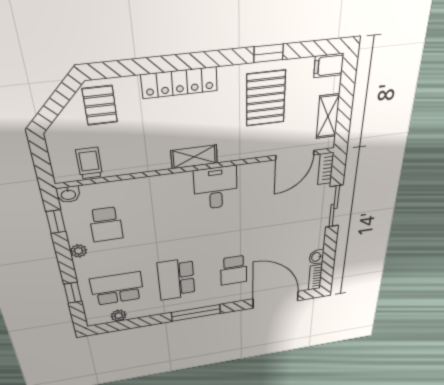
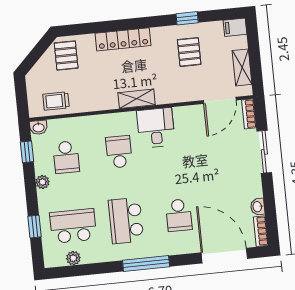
pallet: (266, 98) -> (189, 52), width x0.67, depth x0.71
trolley: (89, 163) -> (56, 101), turned -90
school desk: (170, 215) -> (119, 152), added

